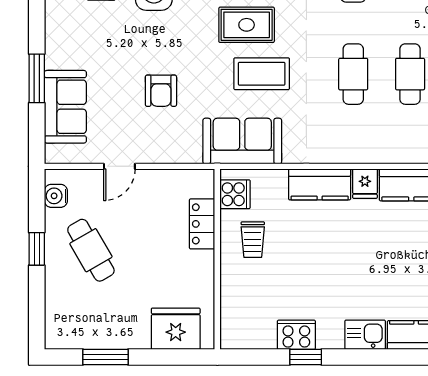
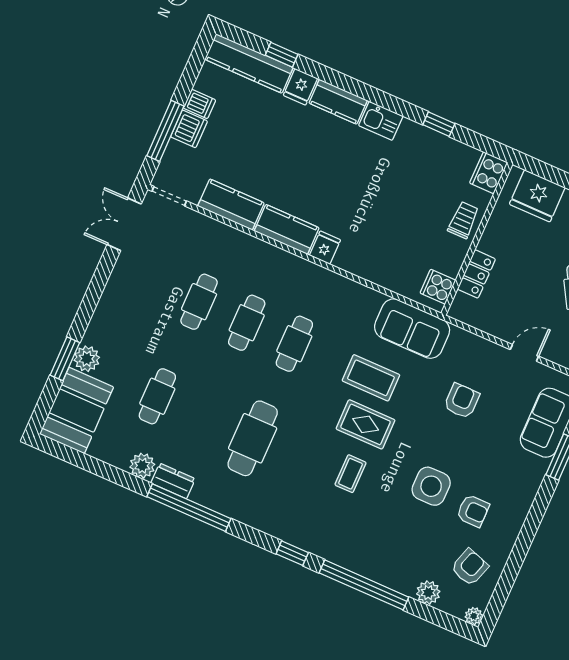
kitchen counter: (320, 184) -> (363, 264), removed
trolley: (253, 240) -> (463, 220), moved
cooker: (296, 335) -> (489, 173), moved, turned 90

